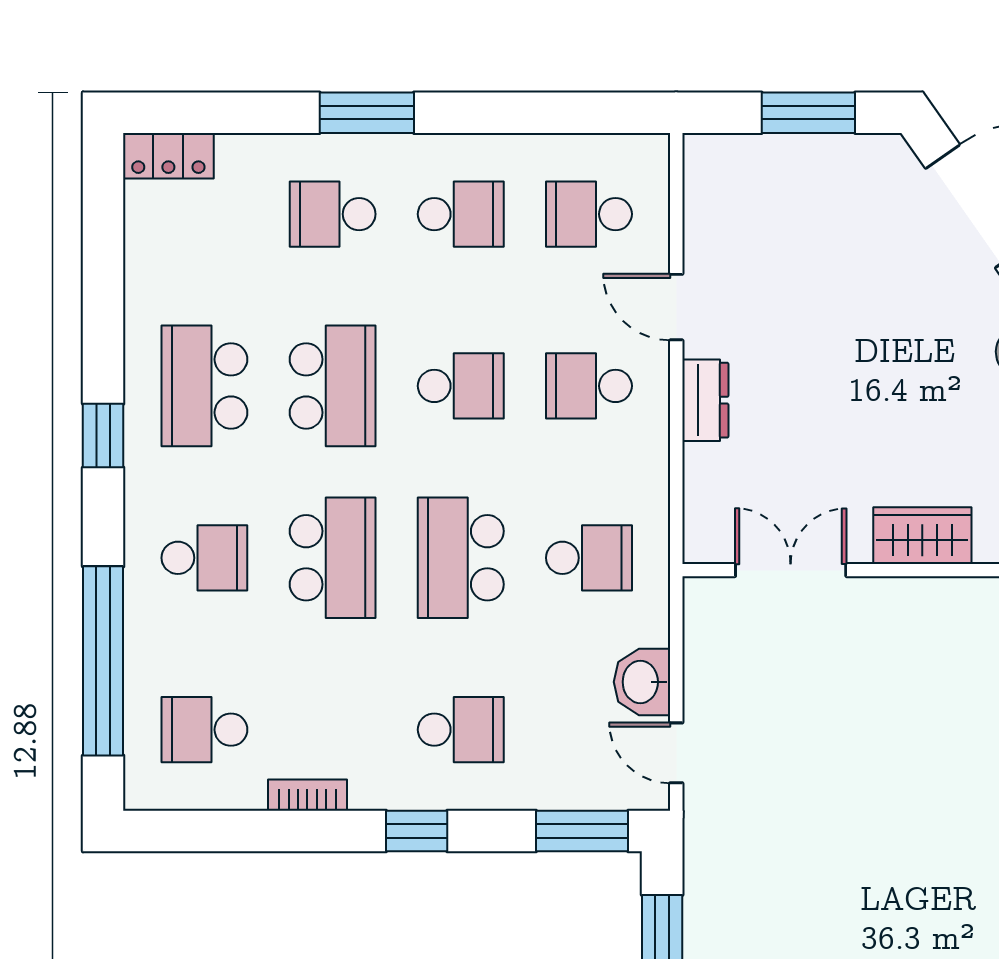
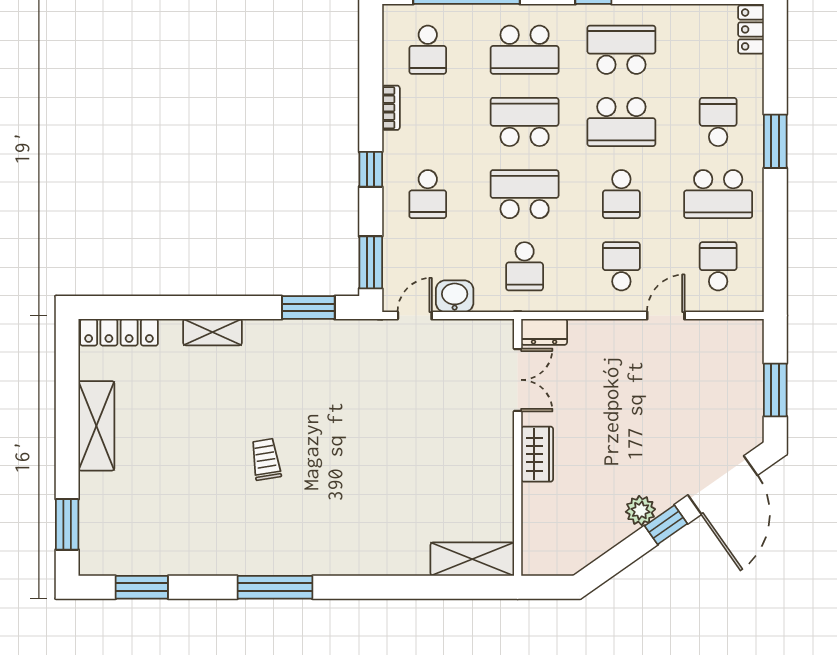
school desk: (461, 214) -> (718, 194), width x1.85
dresser: (705, 400) -> (544, 332), moved
school desk: (204, 558) -> (525, 50), width x1.85
school desk: (333, 558) -> (525, 122), turned 180
school desk: (204, 730) -> (428, 50), turned 180

